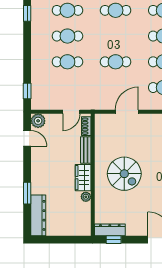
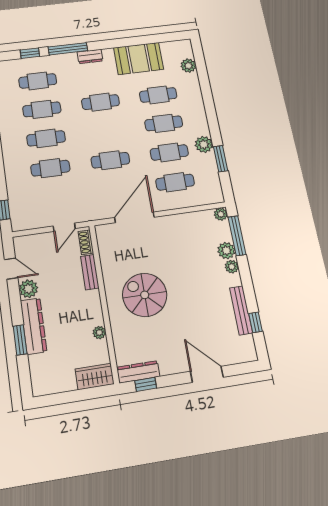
door: (127, 112) -> (134, 217), width x1.36
plant: (38, 121) -> (28, 289), moved
spiral stairs: (124, 174) -> (145, 295), turned 180
wardrobe: (83, 178) -> (95, 377), moved, turned 90
dresser: (38, 215) -> (34, 326), moved

